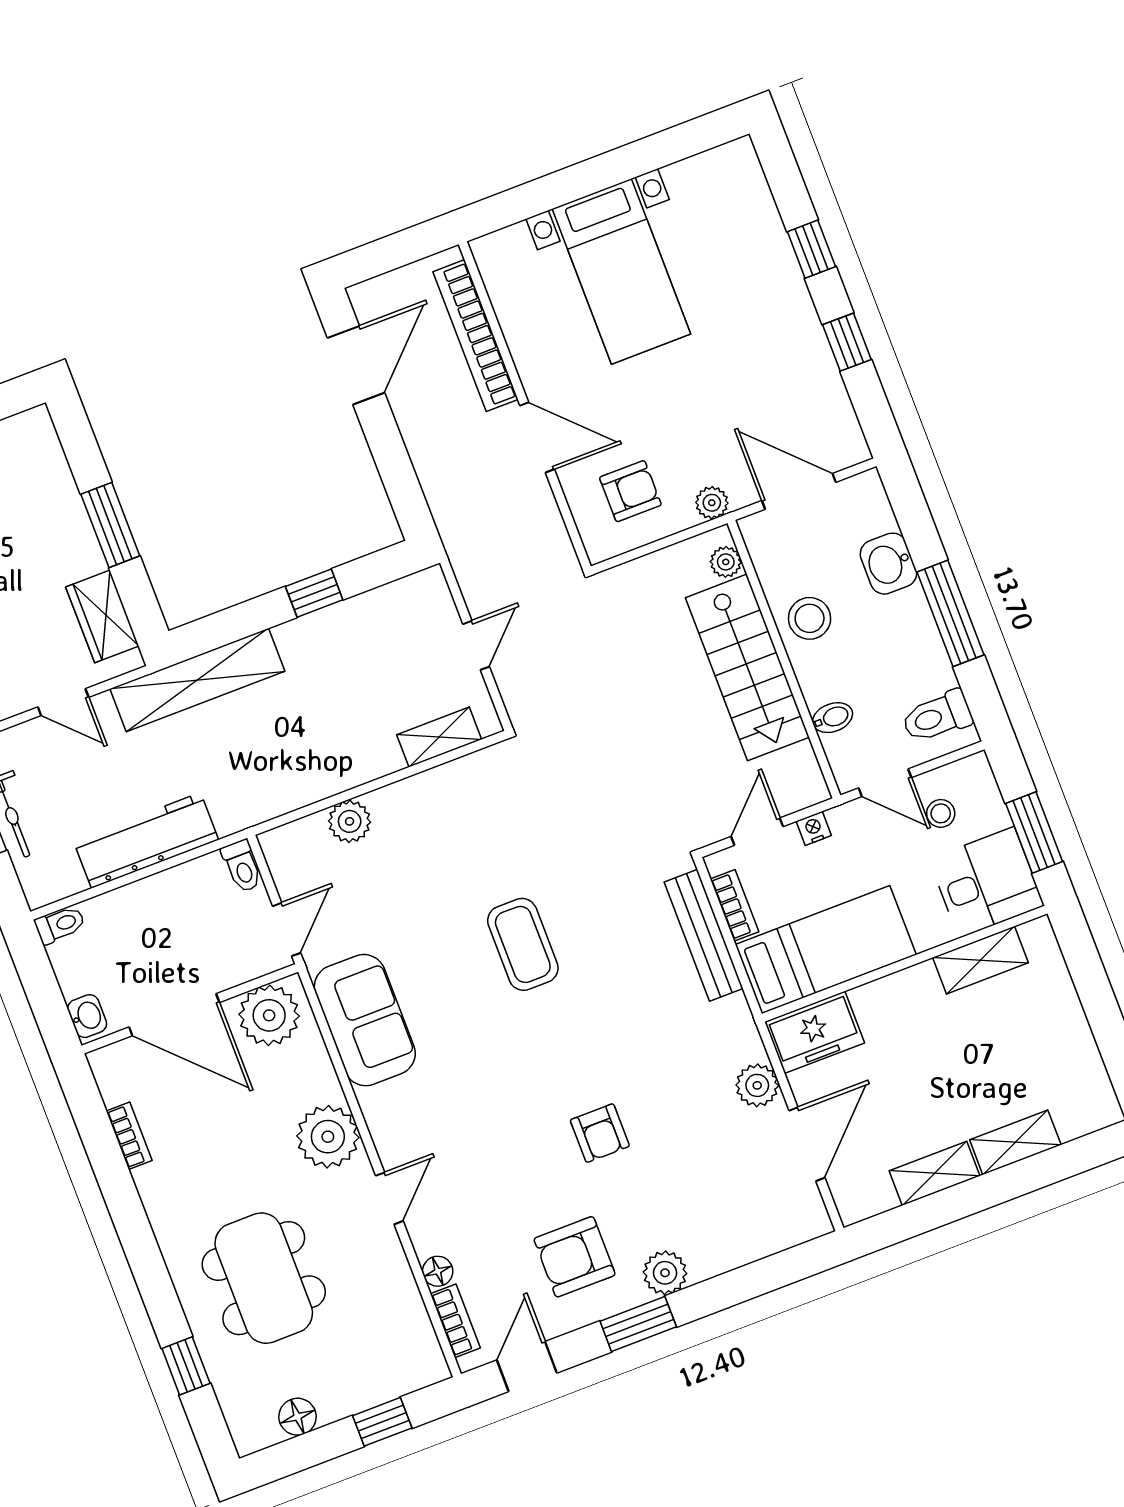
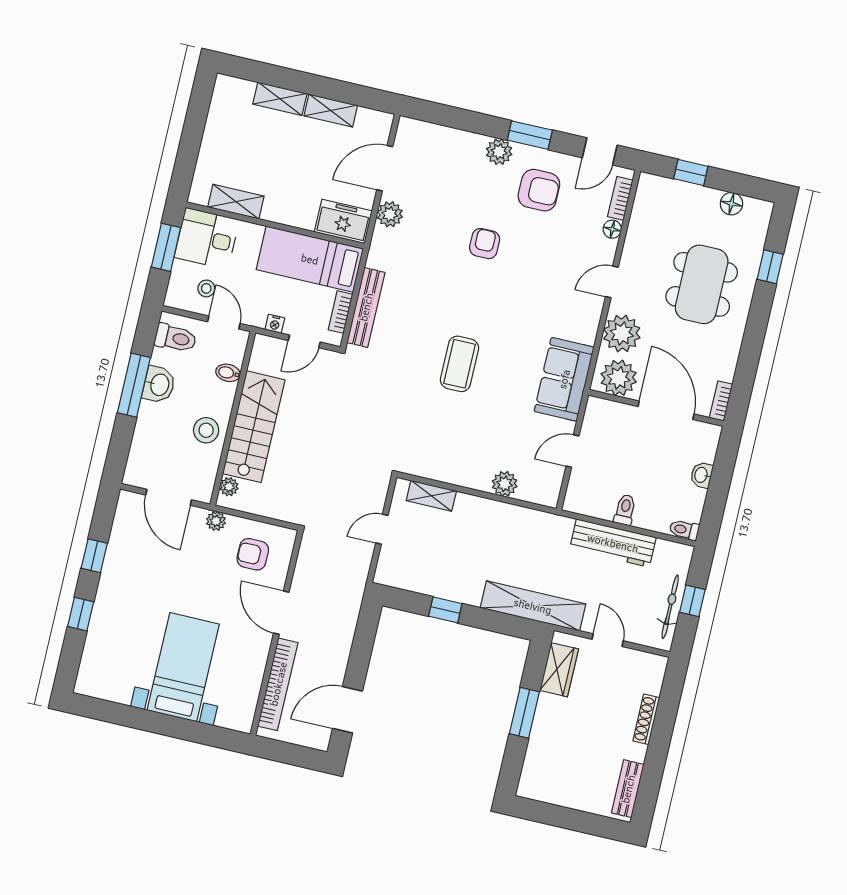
washbasin: (888, 564) -> (159, 385), moved
toilet: (242, 866) -> (625, 510), moved
wall: (190, 1009) -> (656, 408), moved
door: (174, 1015) -> (666, 410), moved
plant: (269, 1015) -> (619, 378), moved

